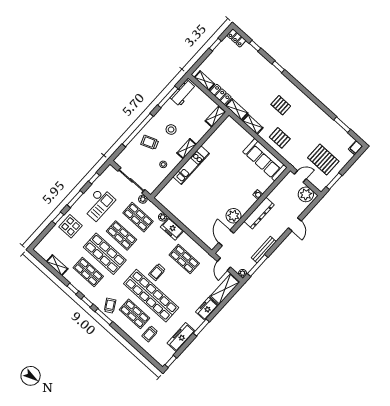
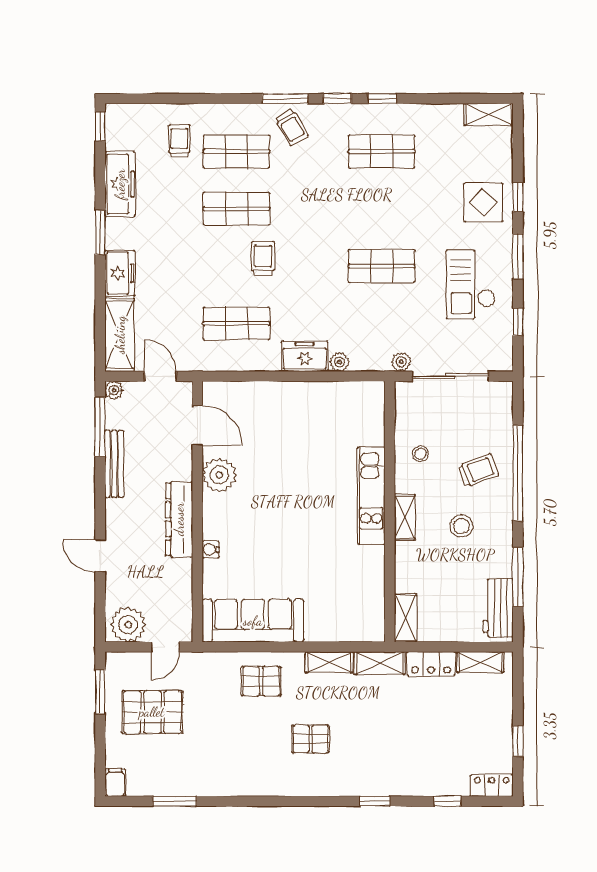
shop shelf: (138, 217) -> (382, 323), removed
shop shelf: (105, 254) -> (382, 209), removed
shelving: (57, 265) -> (489, 114), moved
shop shelf: (151, 296) -> (236, 209), width x0.50, depth x0.74

